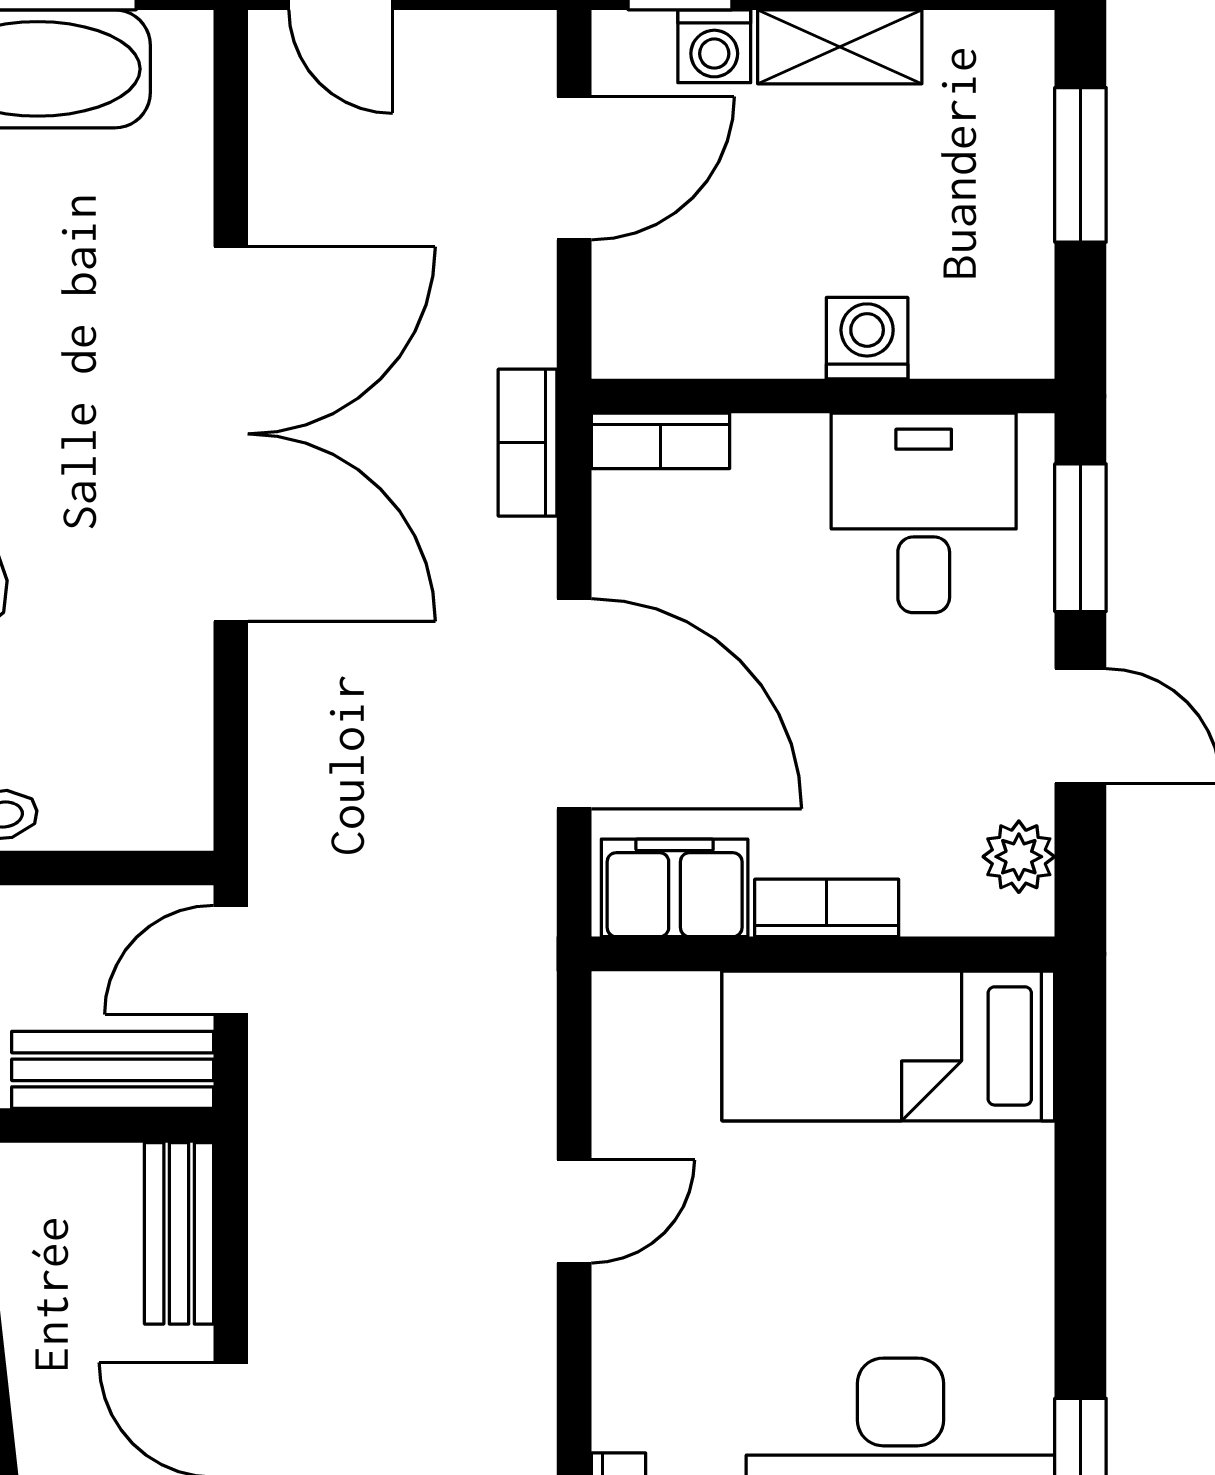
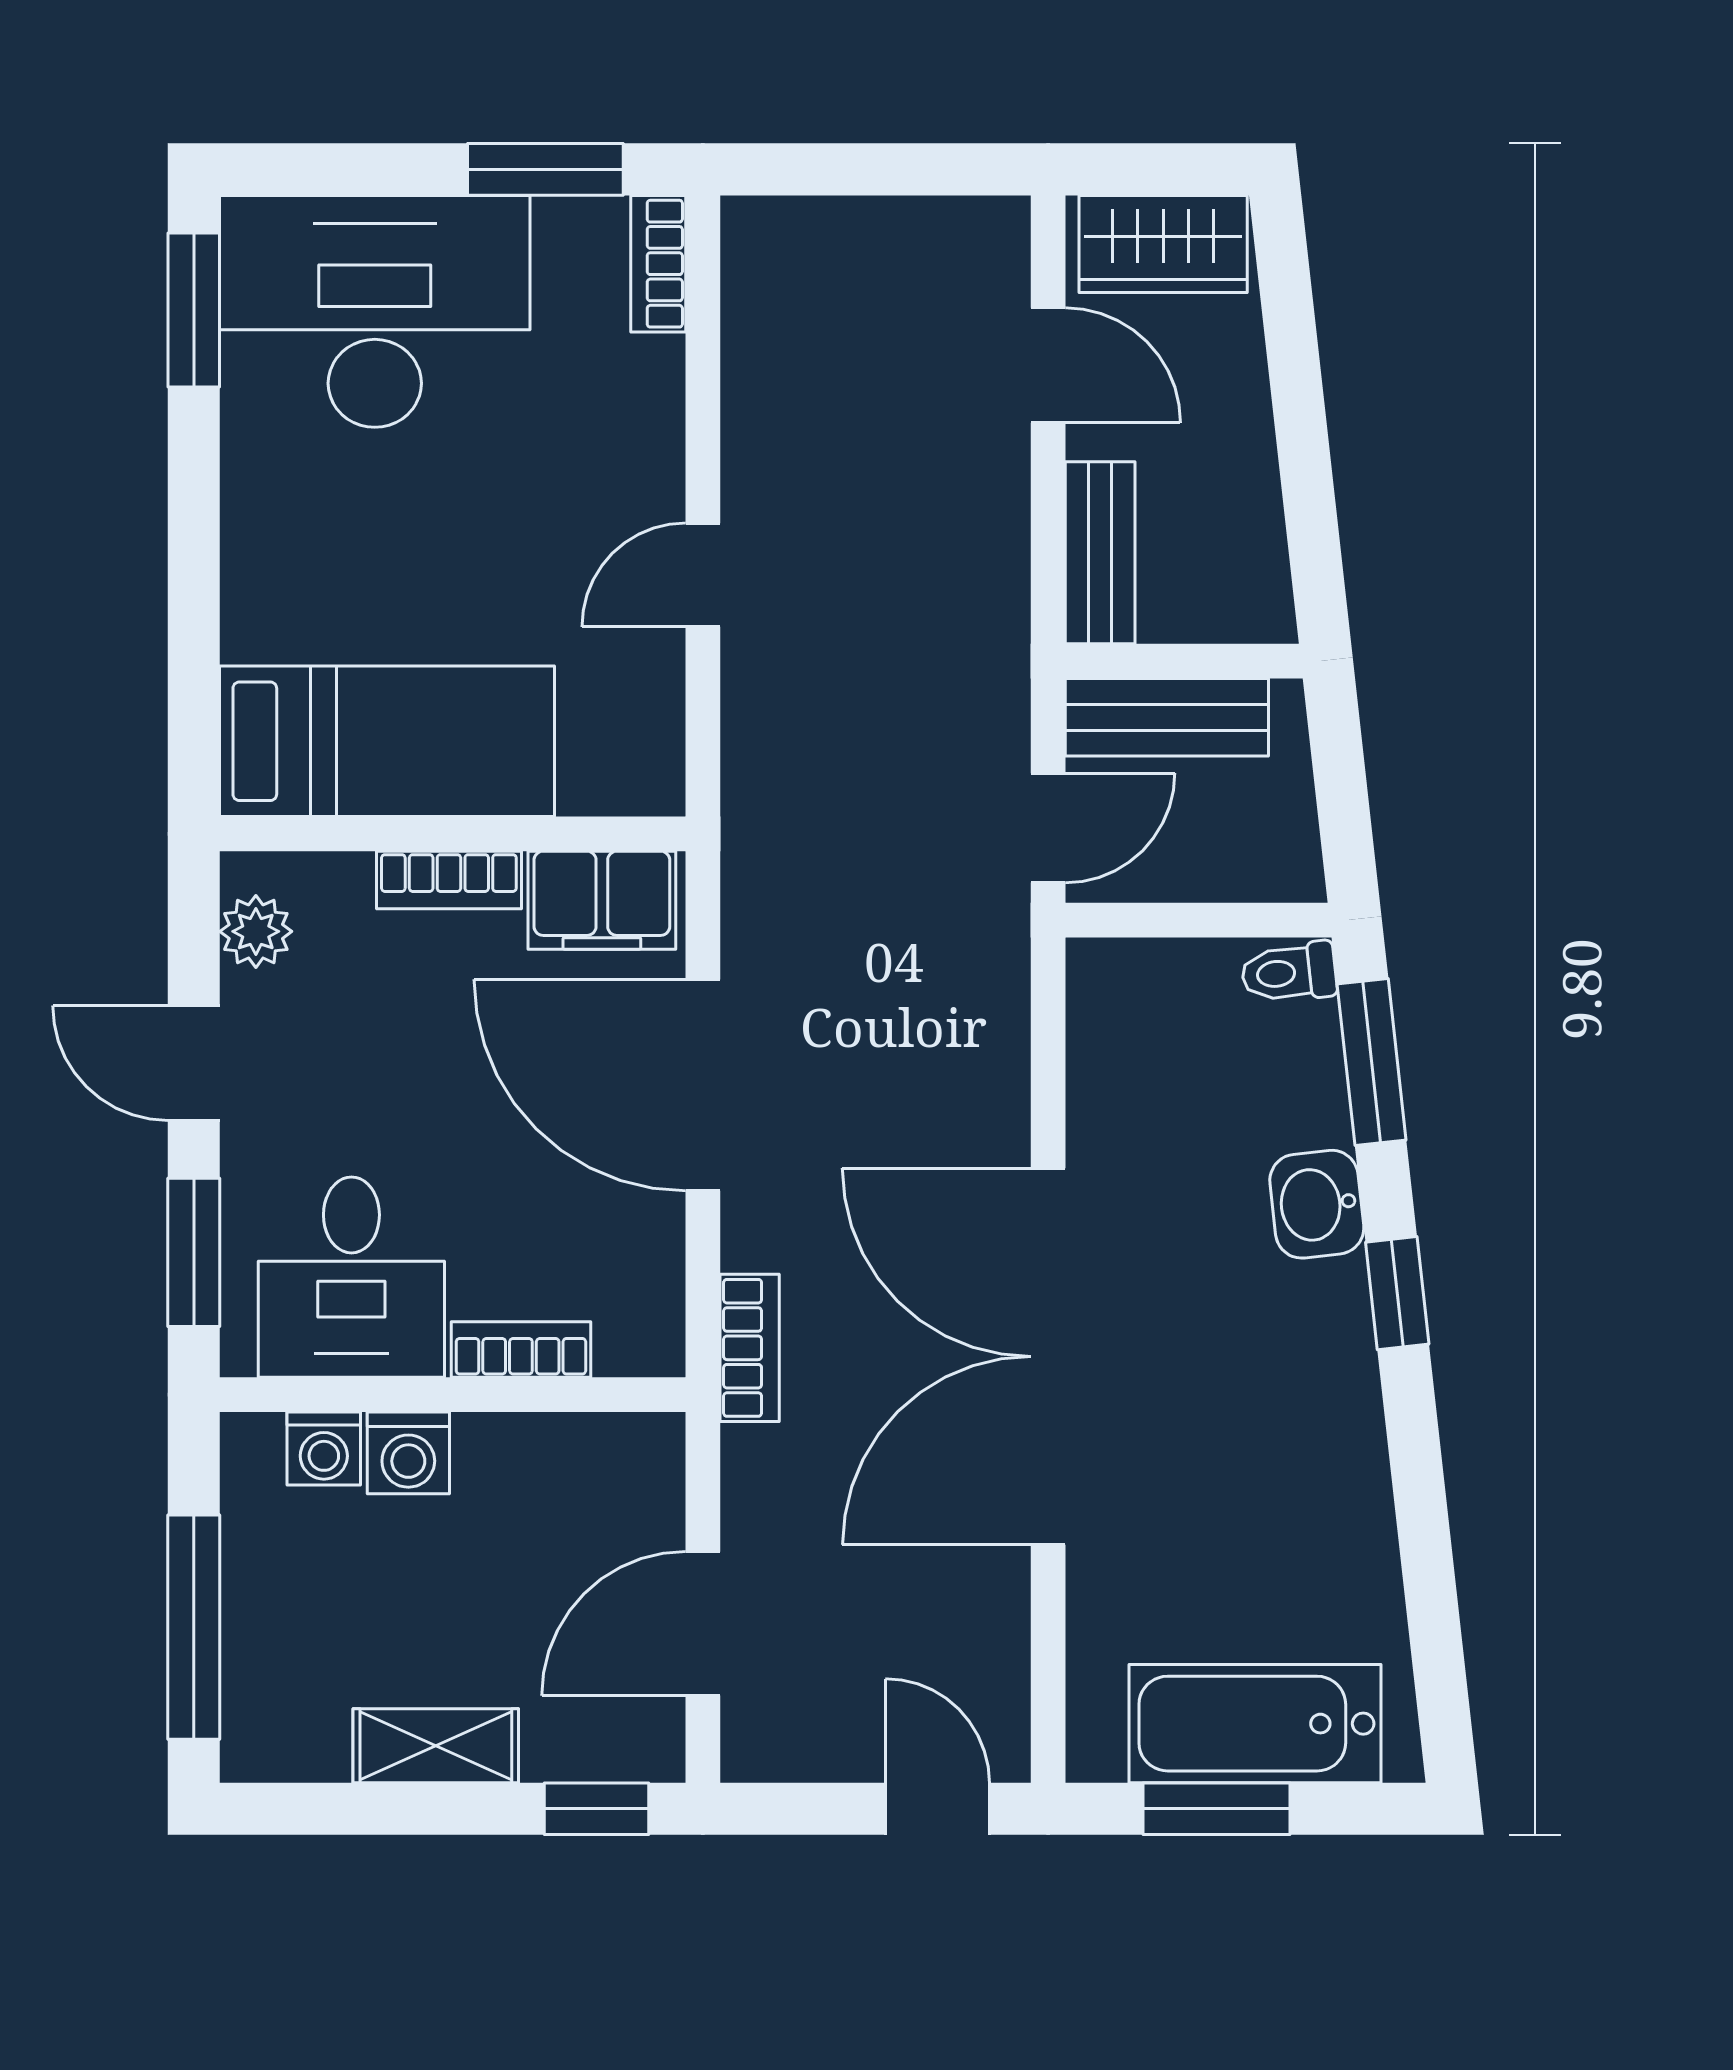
washing machine: (714, 46) -> (324, 1449), moved, turned 180
window: (1080, 165) -> (194, 1627), width x1.44
bookcase: (660, 441) -> (521, 1350), moved

